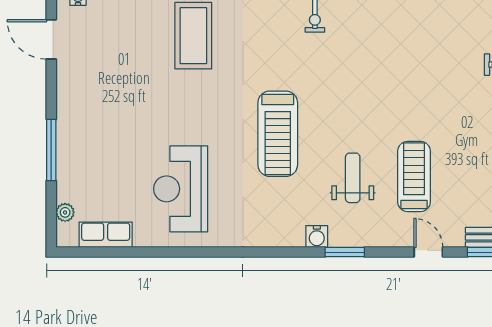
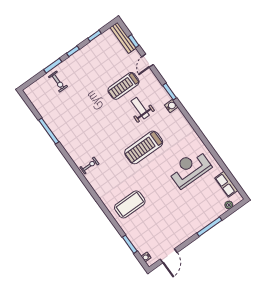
treadmill: (278, 134) -> (144, 147), turned 180
weight bench: (353, 178) -> (140, 108), turned 90
reception desk: (181, 189) -> (190, 169), turned 180

